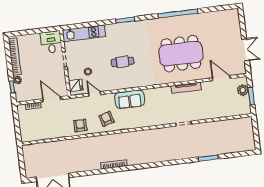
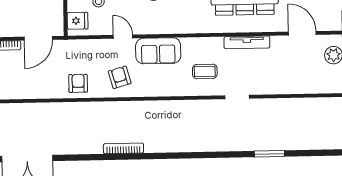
door: (95, 94) -> (123, 37), moved
door: (52, 99) -> (38, 38), swing flipped
coffee table: (161, 109) -> (205, 71), added

